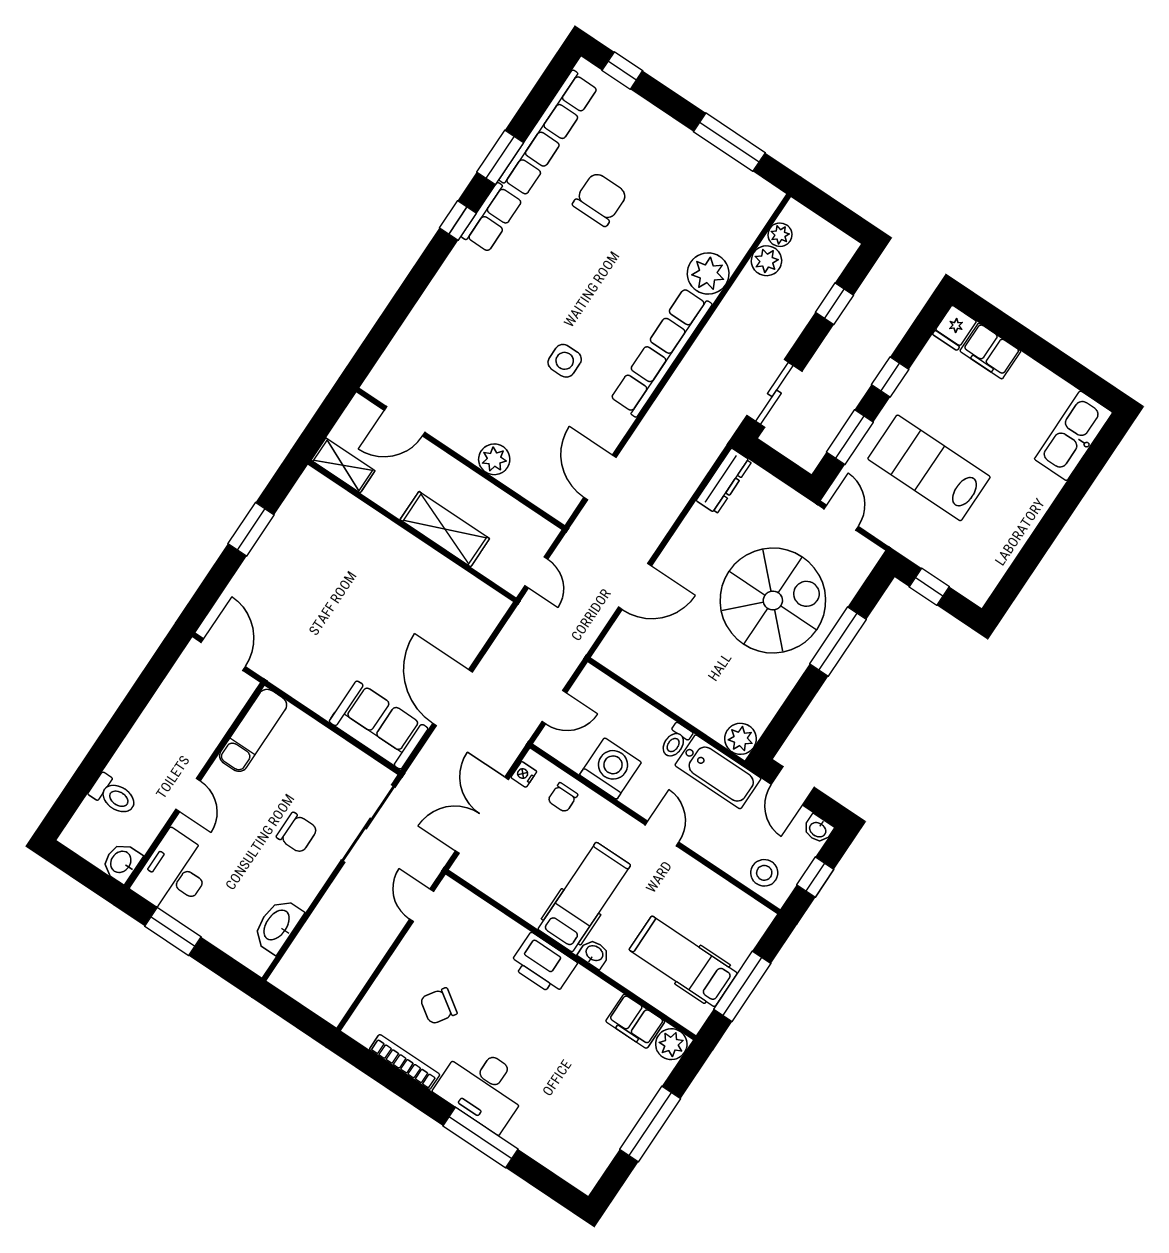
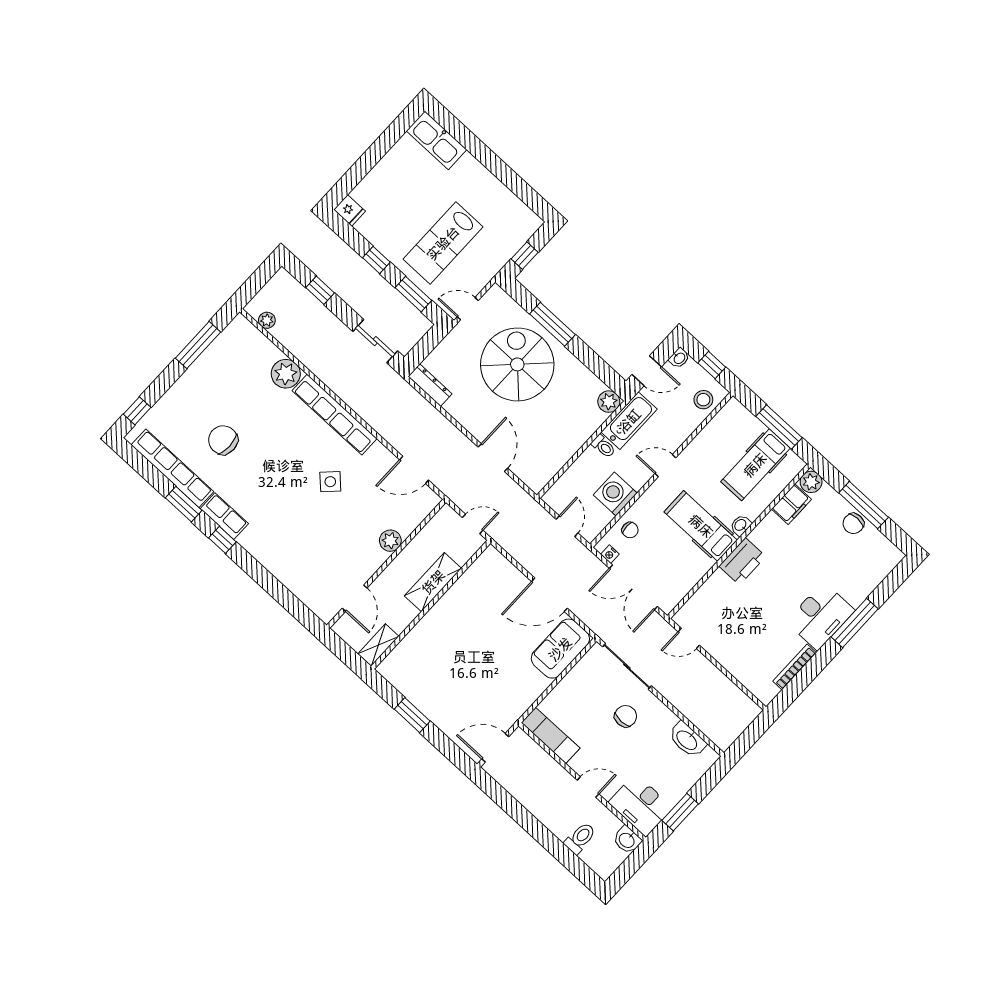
plant: (766, 261) -> (283, 332), removed
filing cabinet: (990, 351) -> (369, 188), removed
side table: (565, 361) -> (330, 482), turned 45
chair: (439, 1006) -> (853, 523), moved, turned 56

